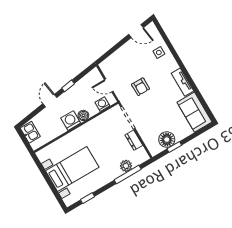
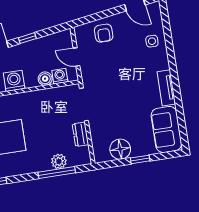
armchair: (141, 87) -> (104, 33), moved
boiler: (83, 115) -> (45, 79), moved
window: (174, 147) -> (140, 159), moved

